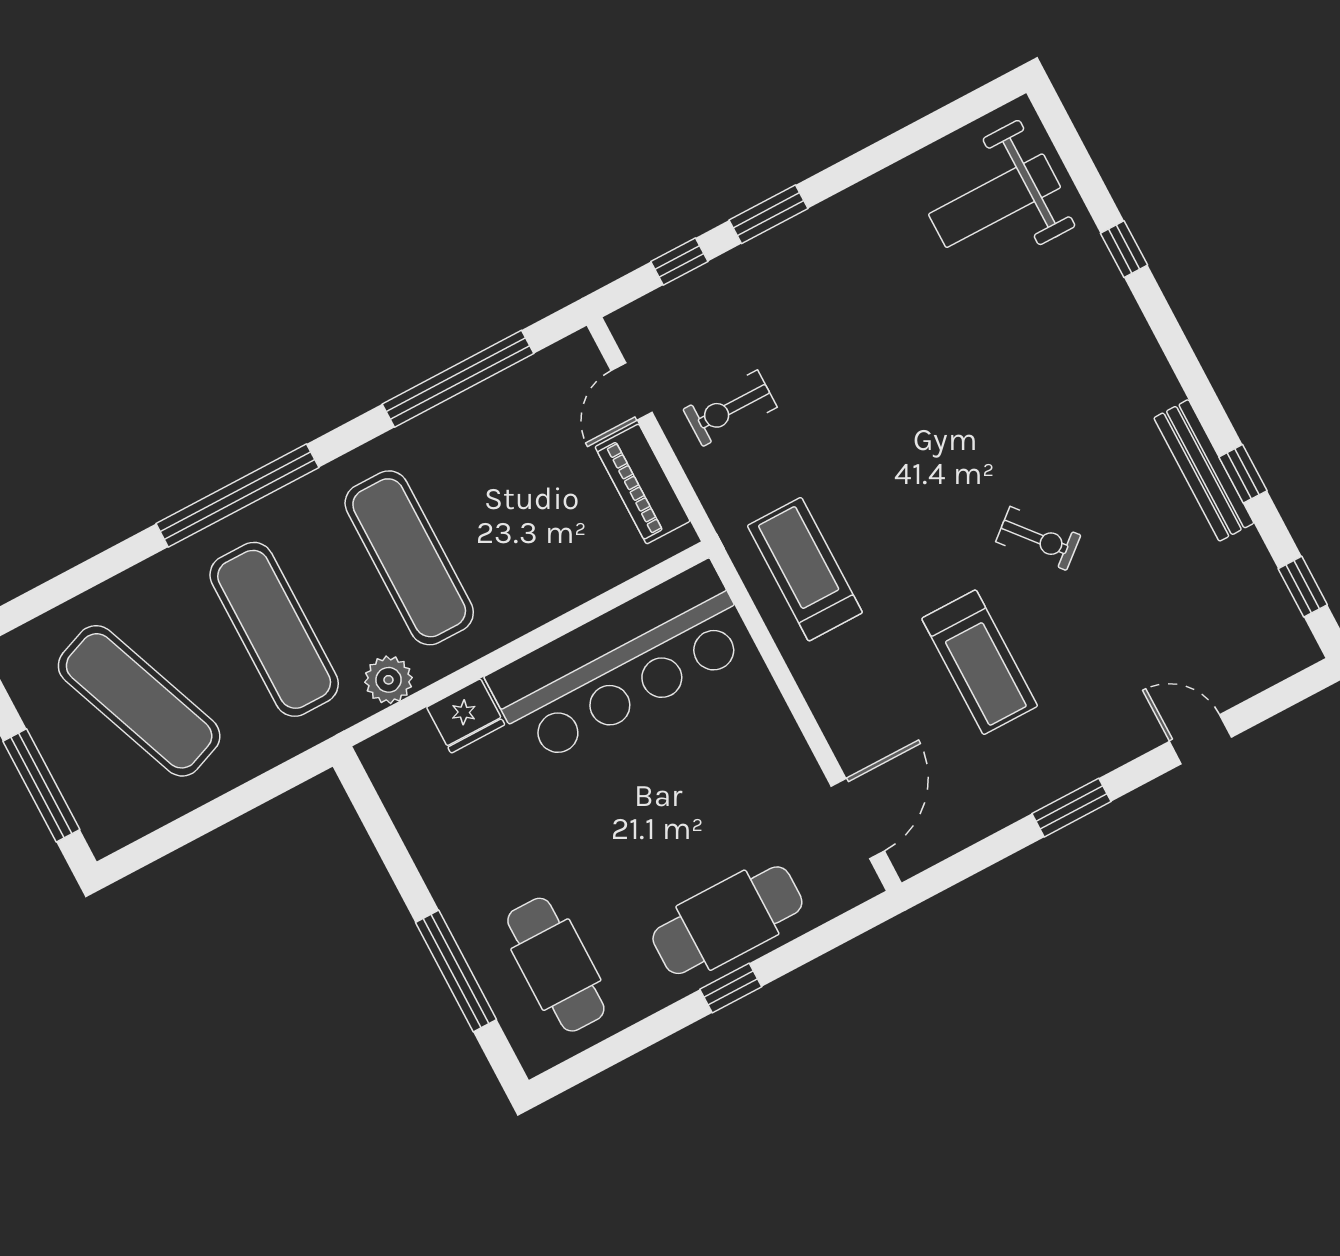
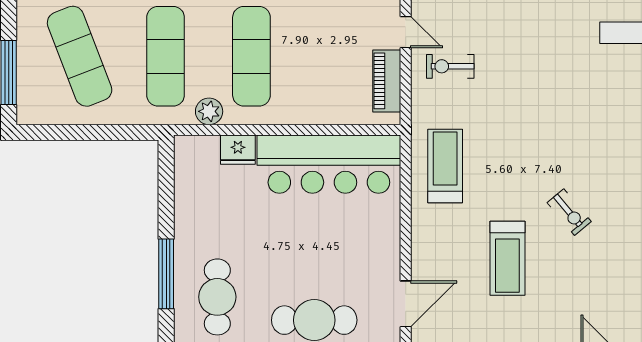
door: (632, 392) -> (406, 32), swing flipped

